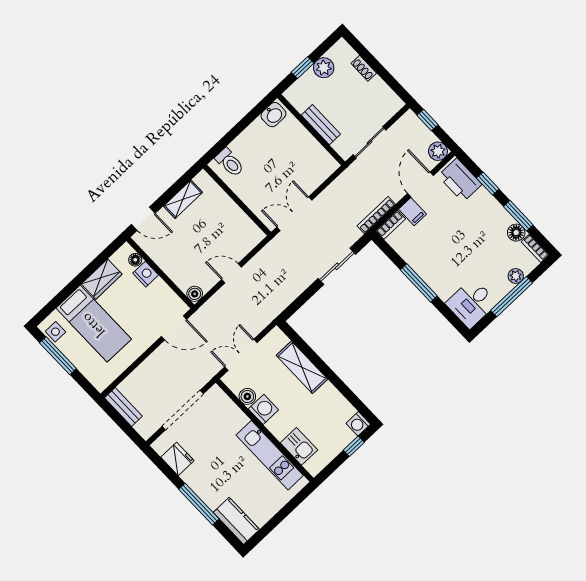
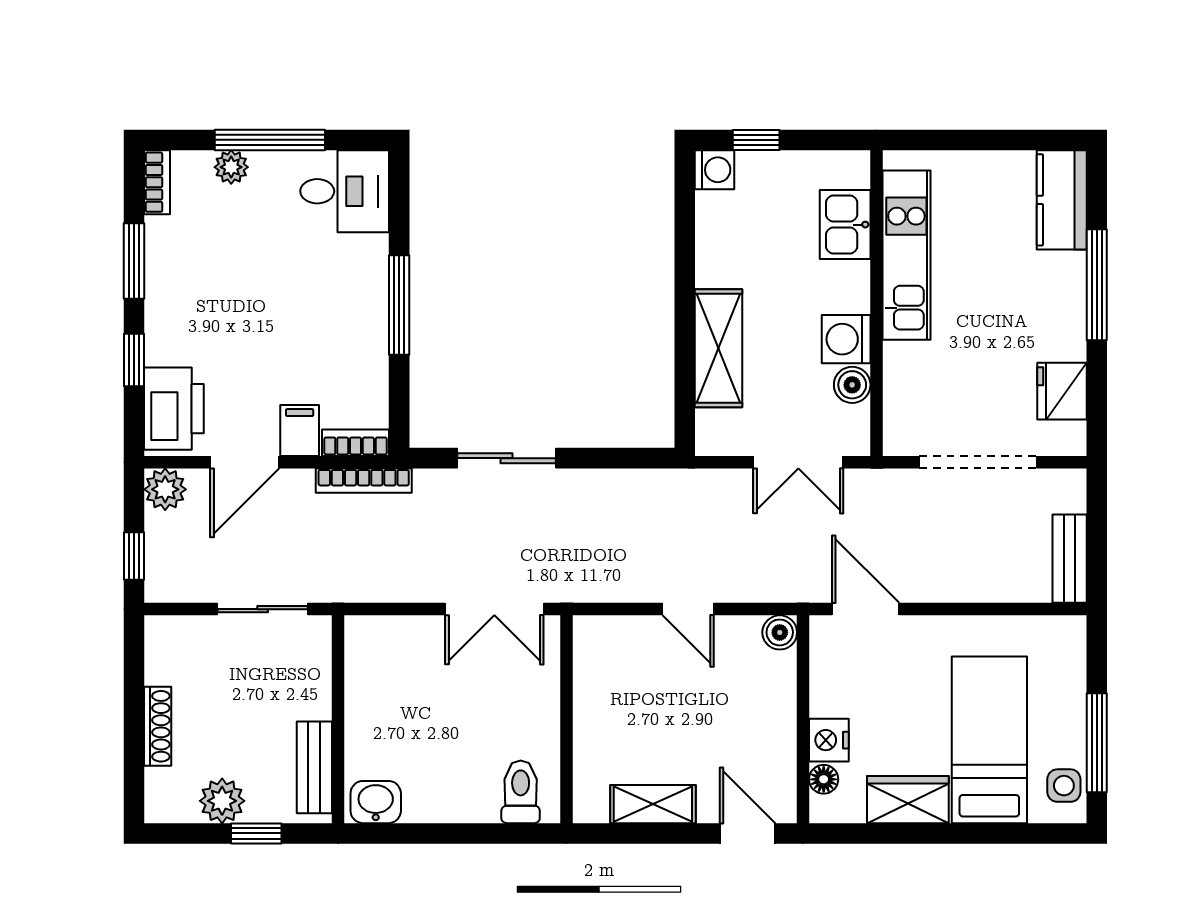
shoe rack: (364, 68) -> (158, 726), width x1.43
bench: (321, 125) -> (314, 767), moved
floor lamp: (516, 233) -> (164, 237), removed

